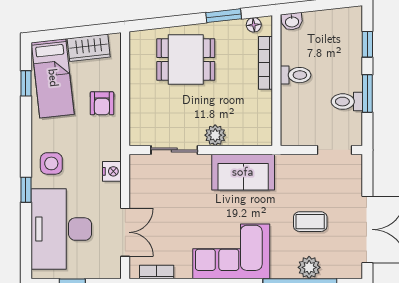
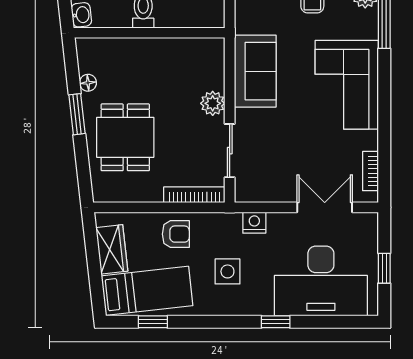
window: (224, 16) -> (77, 114), moved
floor lamp: (254, 25) -> (88, 83), moved
bookcase: (266, 63) -> (194, 195), moved, turned 180
side table: (51, 163) -> (227, 271), moved

